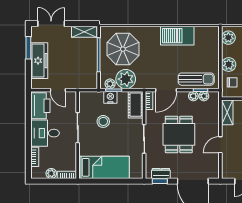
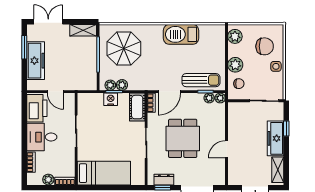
plant: (126, 79) -> (122, 85), width x0.53, depth x0.53
plant: (193, 96) -> (220, 98), moved
shelving: (227, 112) -> (234, 115), removed
stool: (103, 121) -> (103, 125), removed

